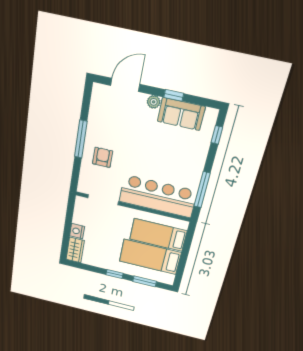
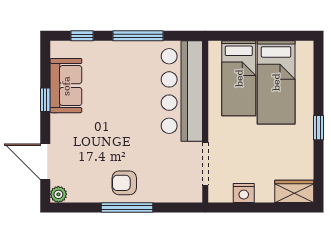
plant: (154, 102) -> (58, 194), moved
armchair: (103, 157) -> (124, 183), moved
window: (202, 190) -> (138, 36), moved
nightstand: (77, 231) -> (244, 193), moved
window: (145, 281) -> (318, 82), removed

